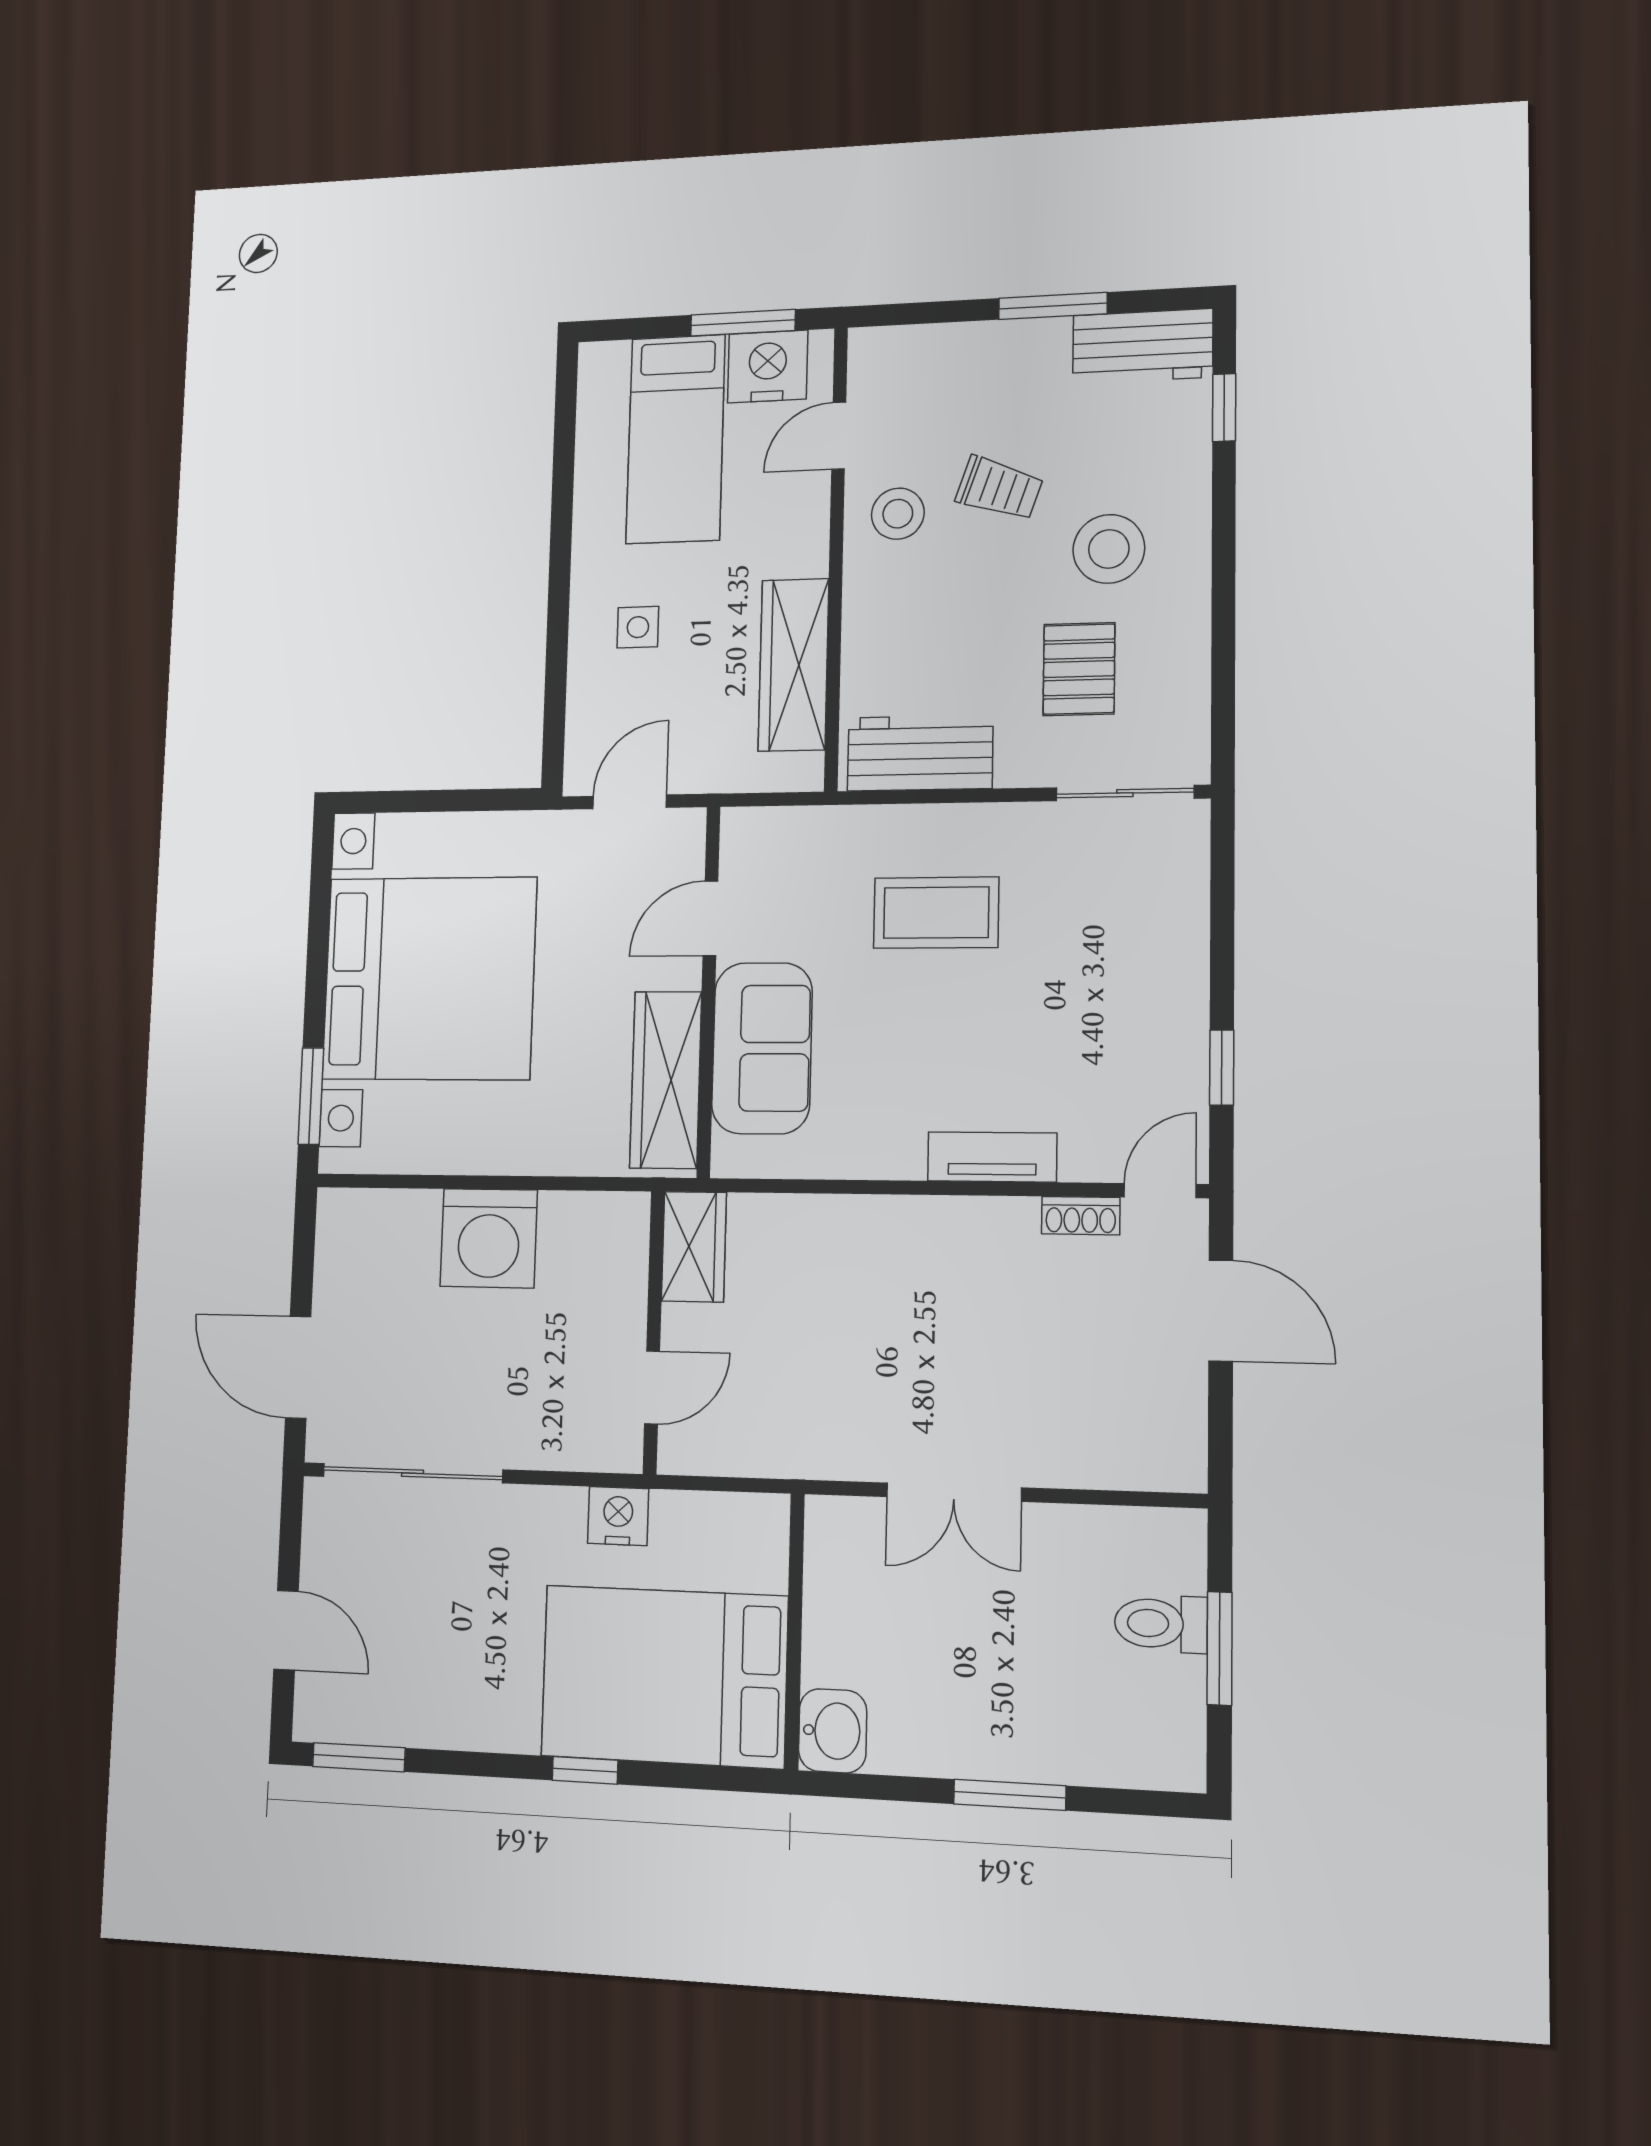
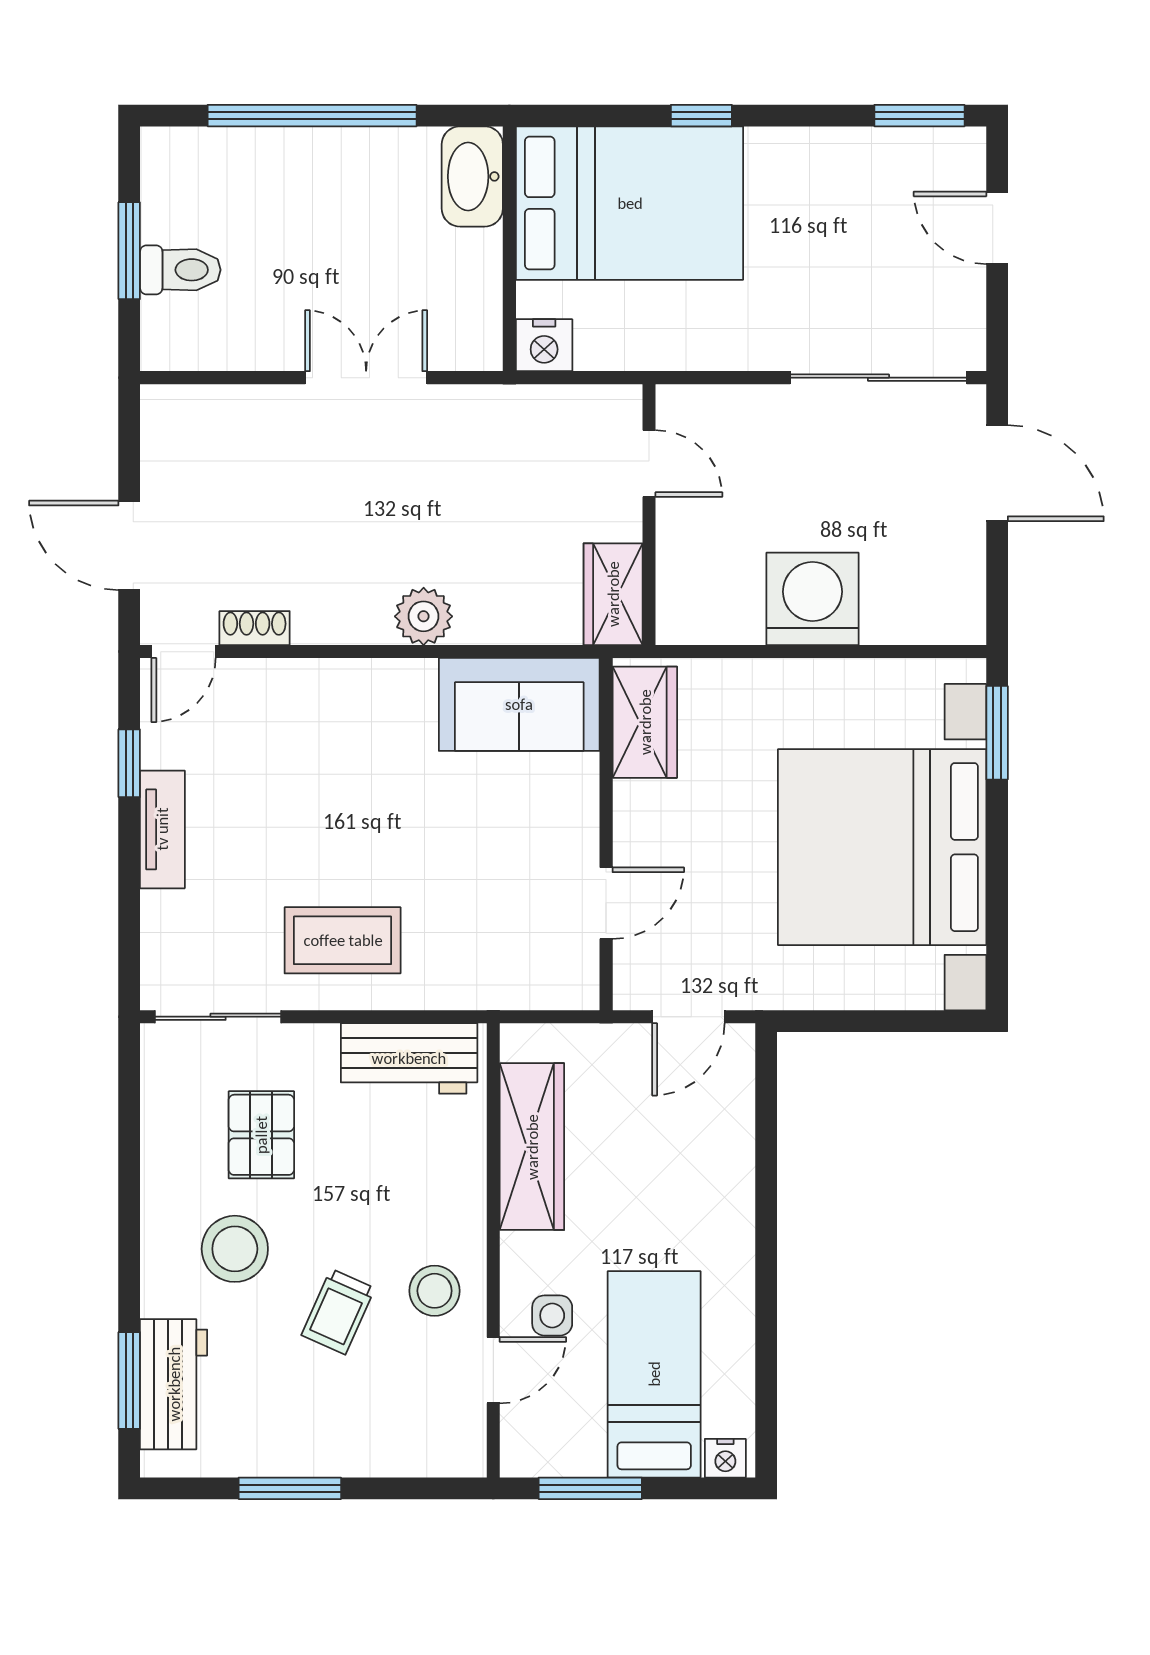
workbench: (1143, 346) -> (174, 1384), moved, turned 90
nightstand: (768, 367) -> (725, 1458), moved, width x0.53, depth x0.56
window: (1224, 408) -> (129, 1381), width x1.50
trolley: (999, 488) -> (338, 1312), turned -85
side table: (638, 627) -> (552, 1315), moved
coffee table: (936, 913) -> (343, 940), moved
sofa: (762, 1048) -> (519, 704), moved, turned -90
wardrobe: (666, 1080) -> (645, 722), width x0.67
tv unit: (992, 1157) -> (162, 829), moved, turned -90
plant: (896, 1226) -> (424, 616), added
door: (652, 1387) -> (649, 464), swing flipped
nightstand: (618, 1516) -> (544, 345), moved
washbasin: (833, 1731) -> (472, 176), width x1.38
window: (1010, 1795) -> (312, 116), width x2.11

